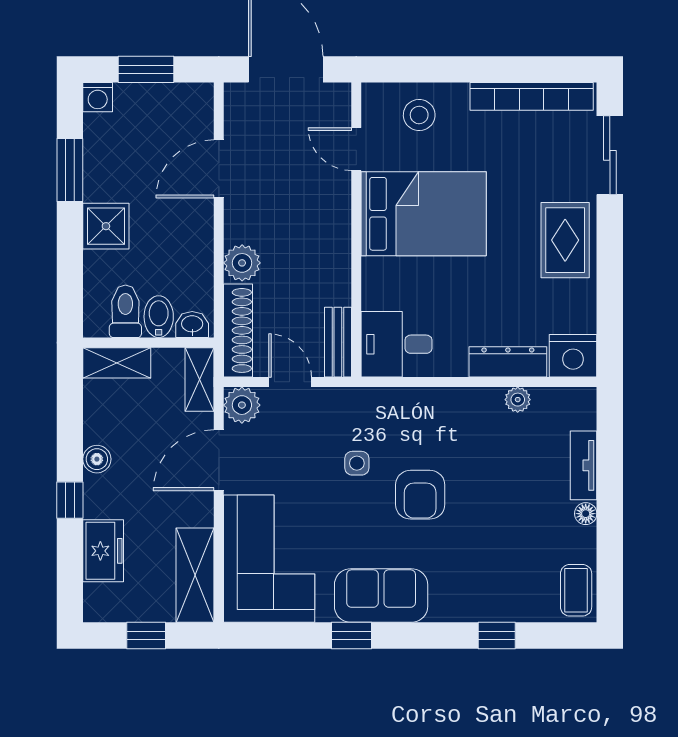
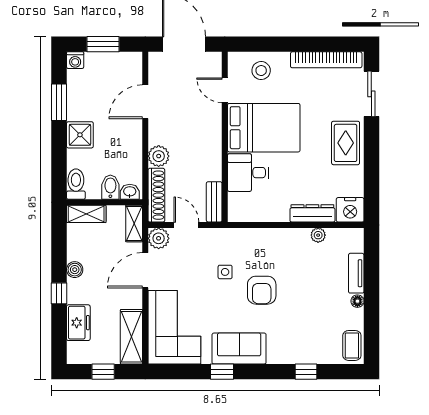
toilet: (125, 311) -> (76, 184), moved
desk: (397, 344) -> (248, 173), moved

